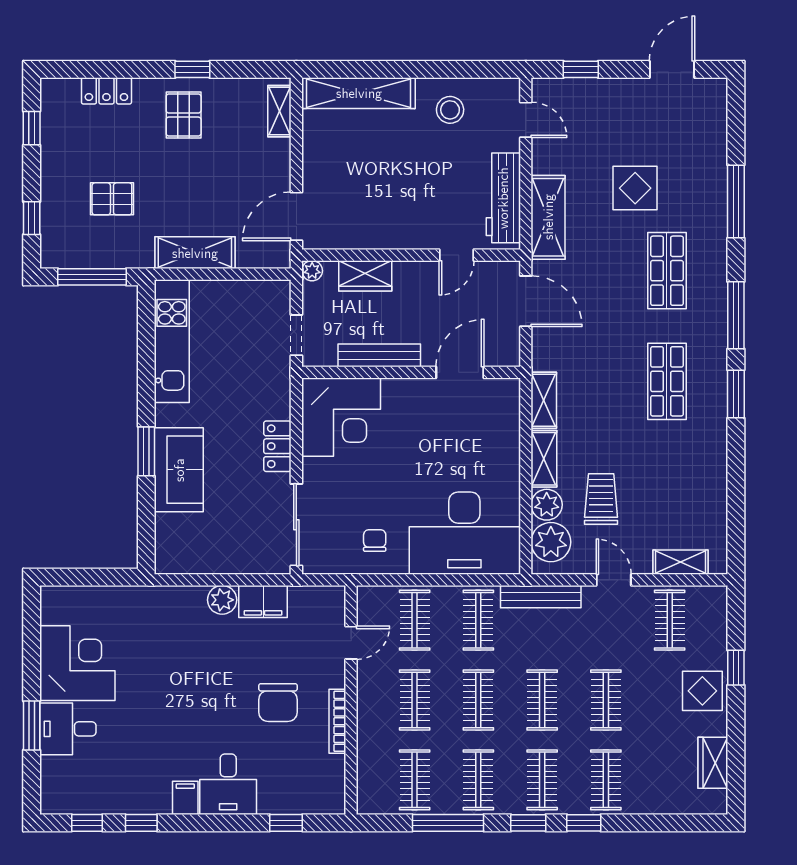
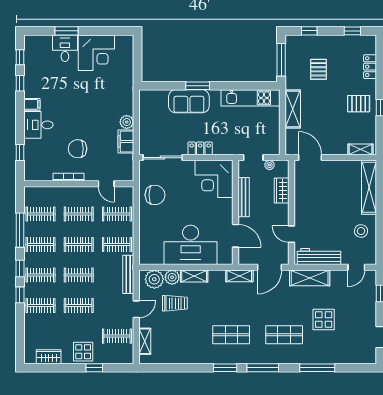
plant: (312, 271) -> (269, 165), moved
shelving: (544, 400) -> (239, 276), moved
desk: (464, 533) -> (191, 245), moved, turned -90
chair: (375, 541) -> (155, 195), width x1.87, depth x1.87

